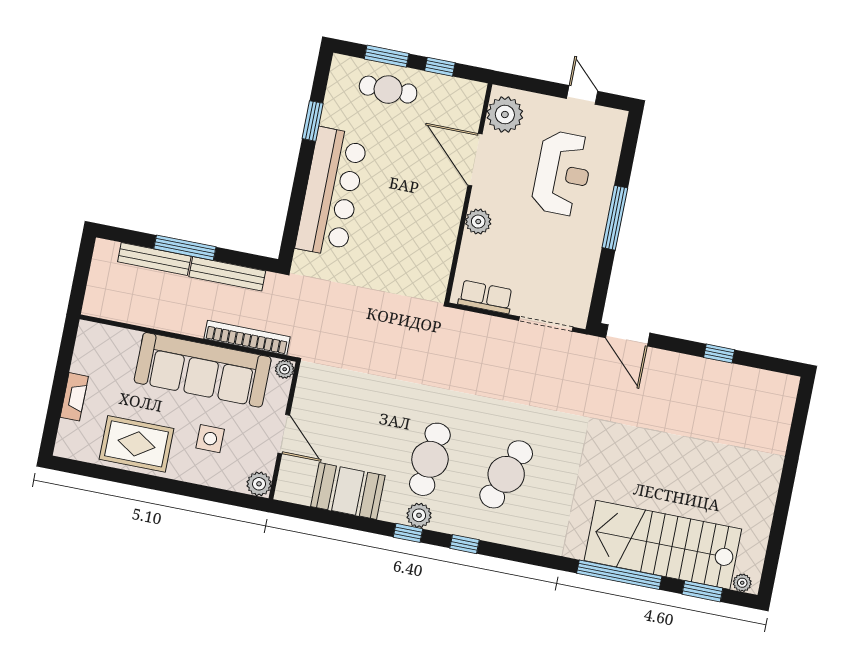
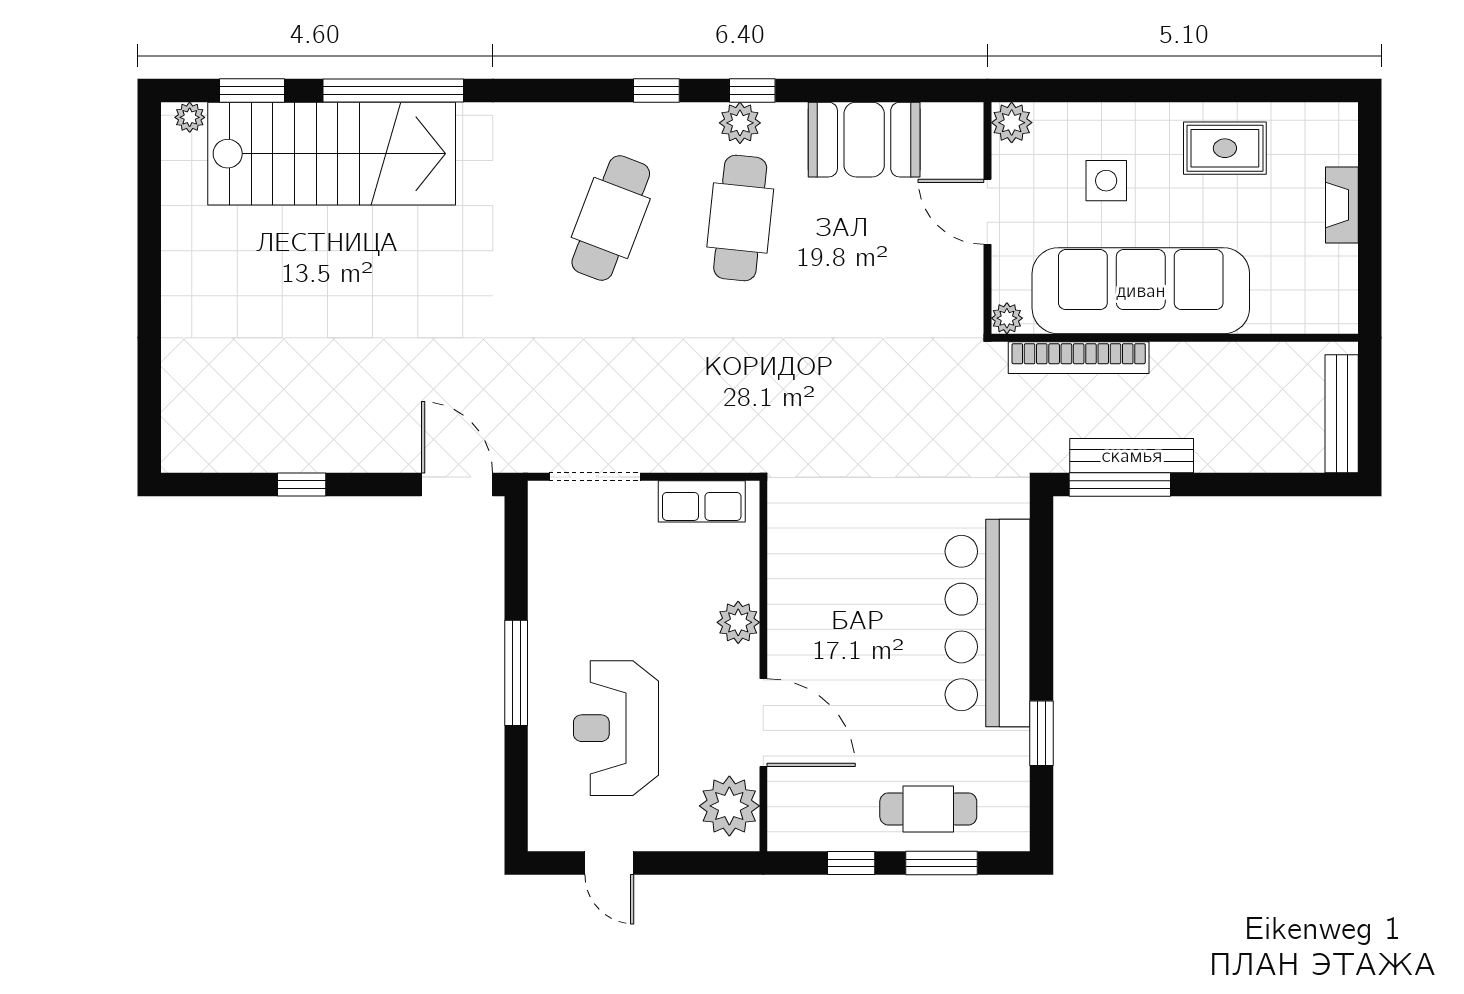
window: (185, 248) -> (1120, 485), moved
bench: (154, 259) -> (1342, 414), moved, turned 90
rug: (137, 444) -> (1225, 148), width x0.73, depth x0.70

